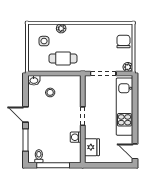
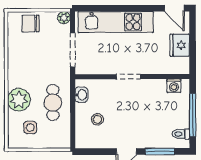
plant: (61, 28) -> (19, 100), width x1.87, depth x1.87
washbasin: (34, 80) -> (81, 95), moved
washing machine: (76, 137) -> (174, 86), moved
fridge: (92, 147) -> (180, 45), moved, turned -90
door: (135, 151) -> (174, 8), hinge flipped

